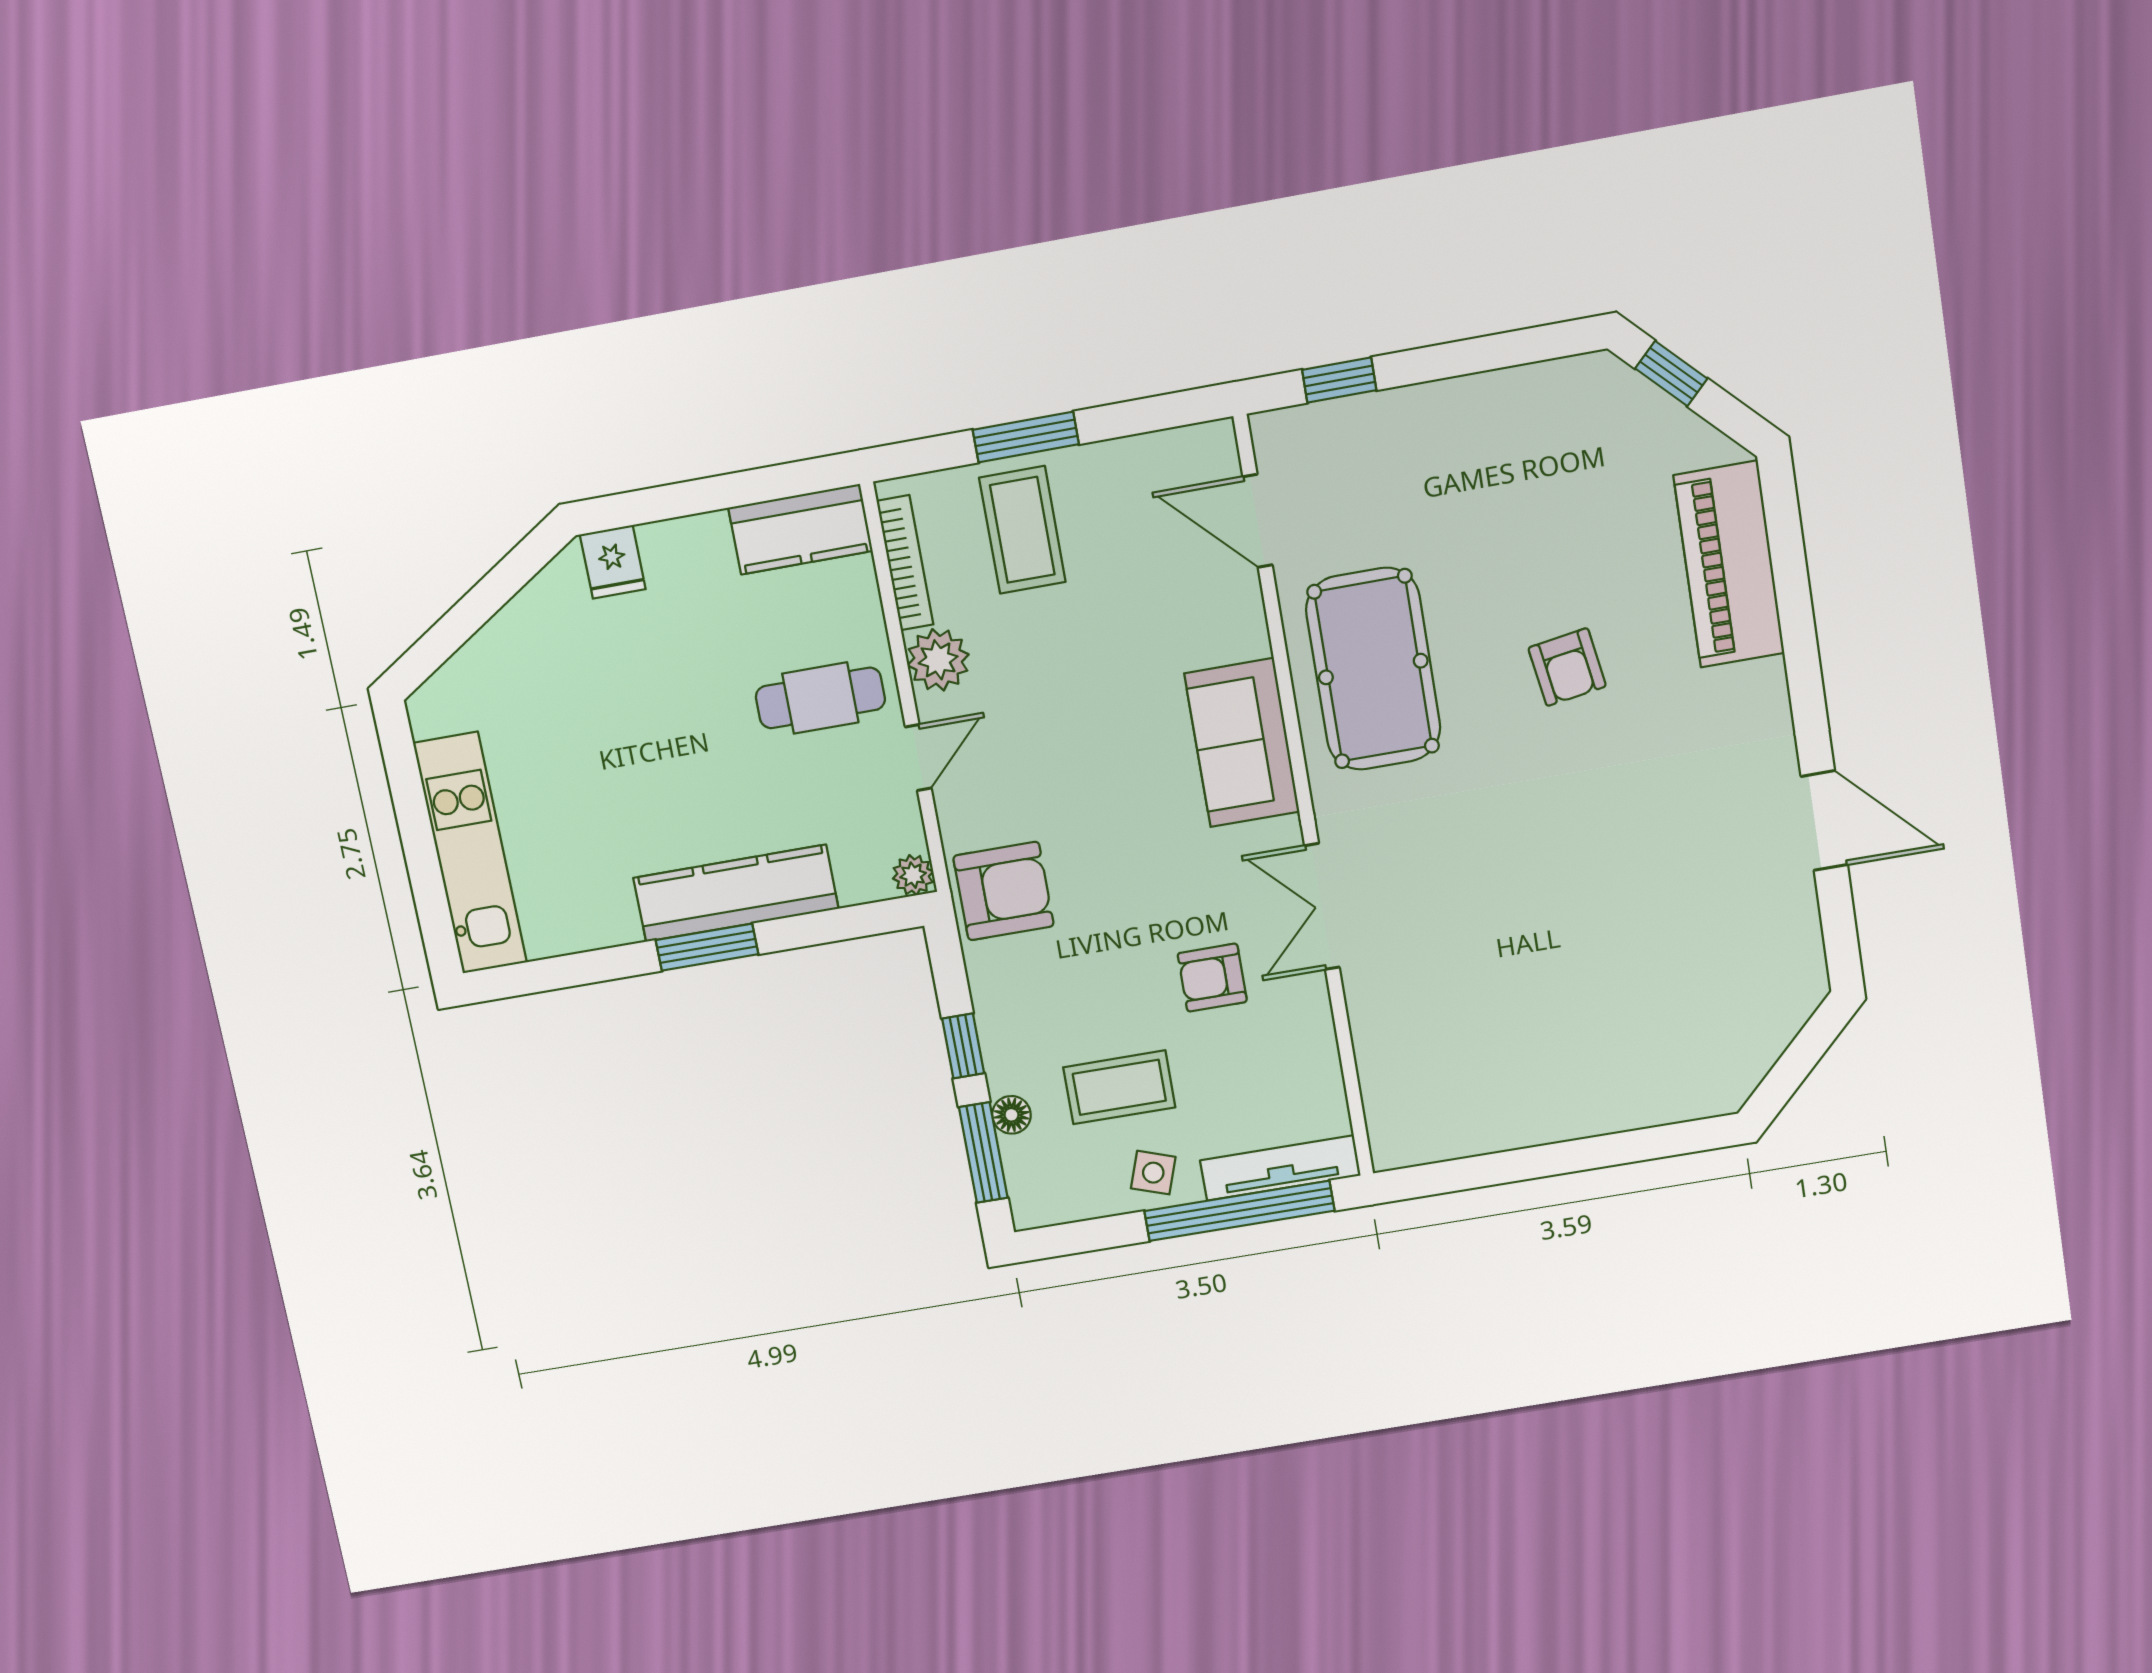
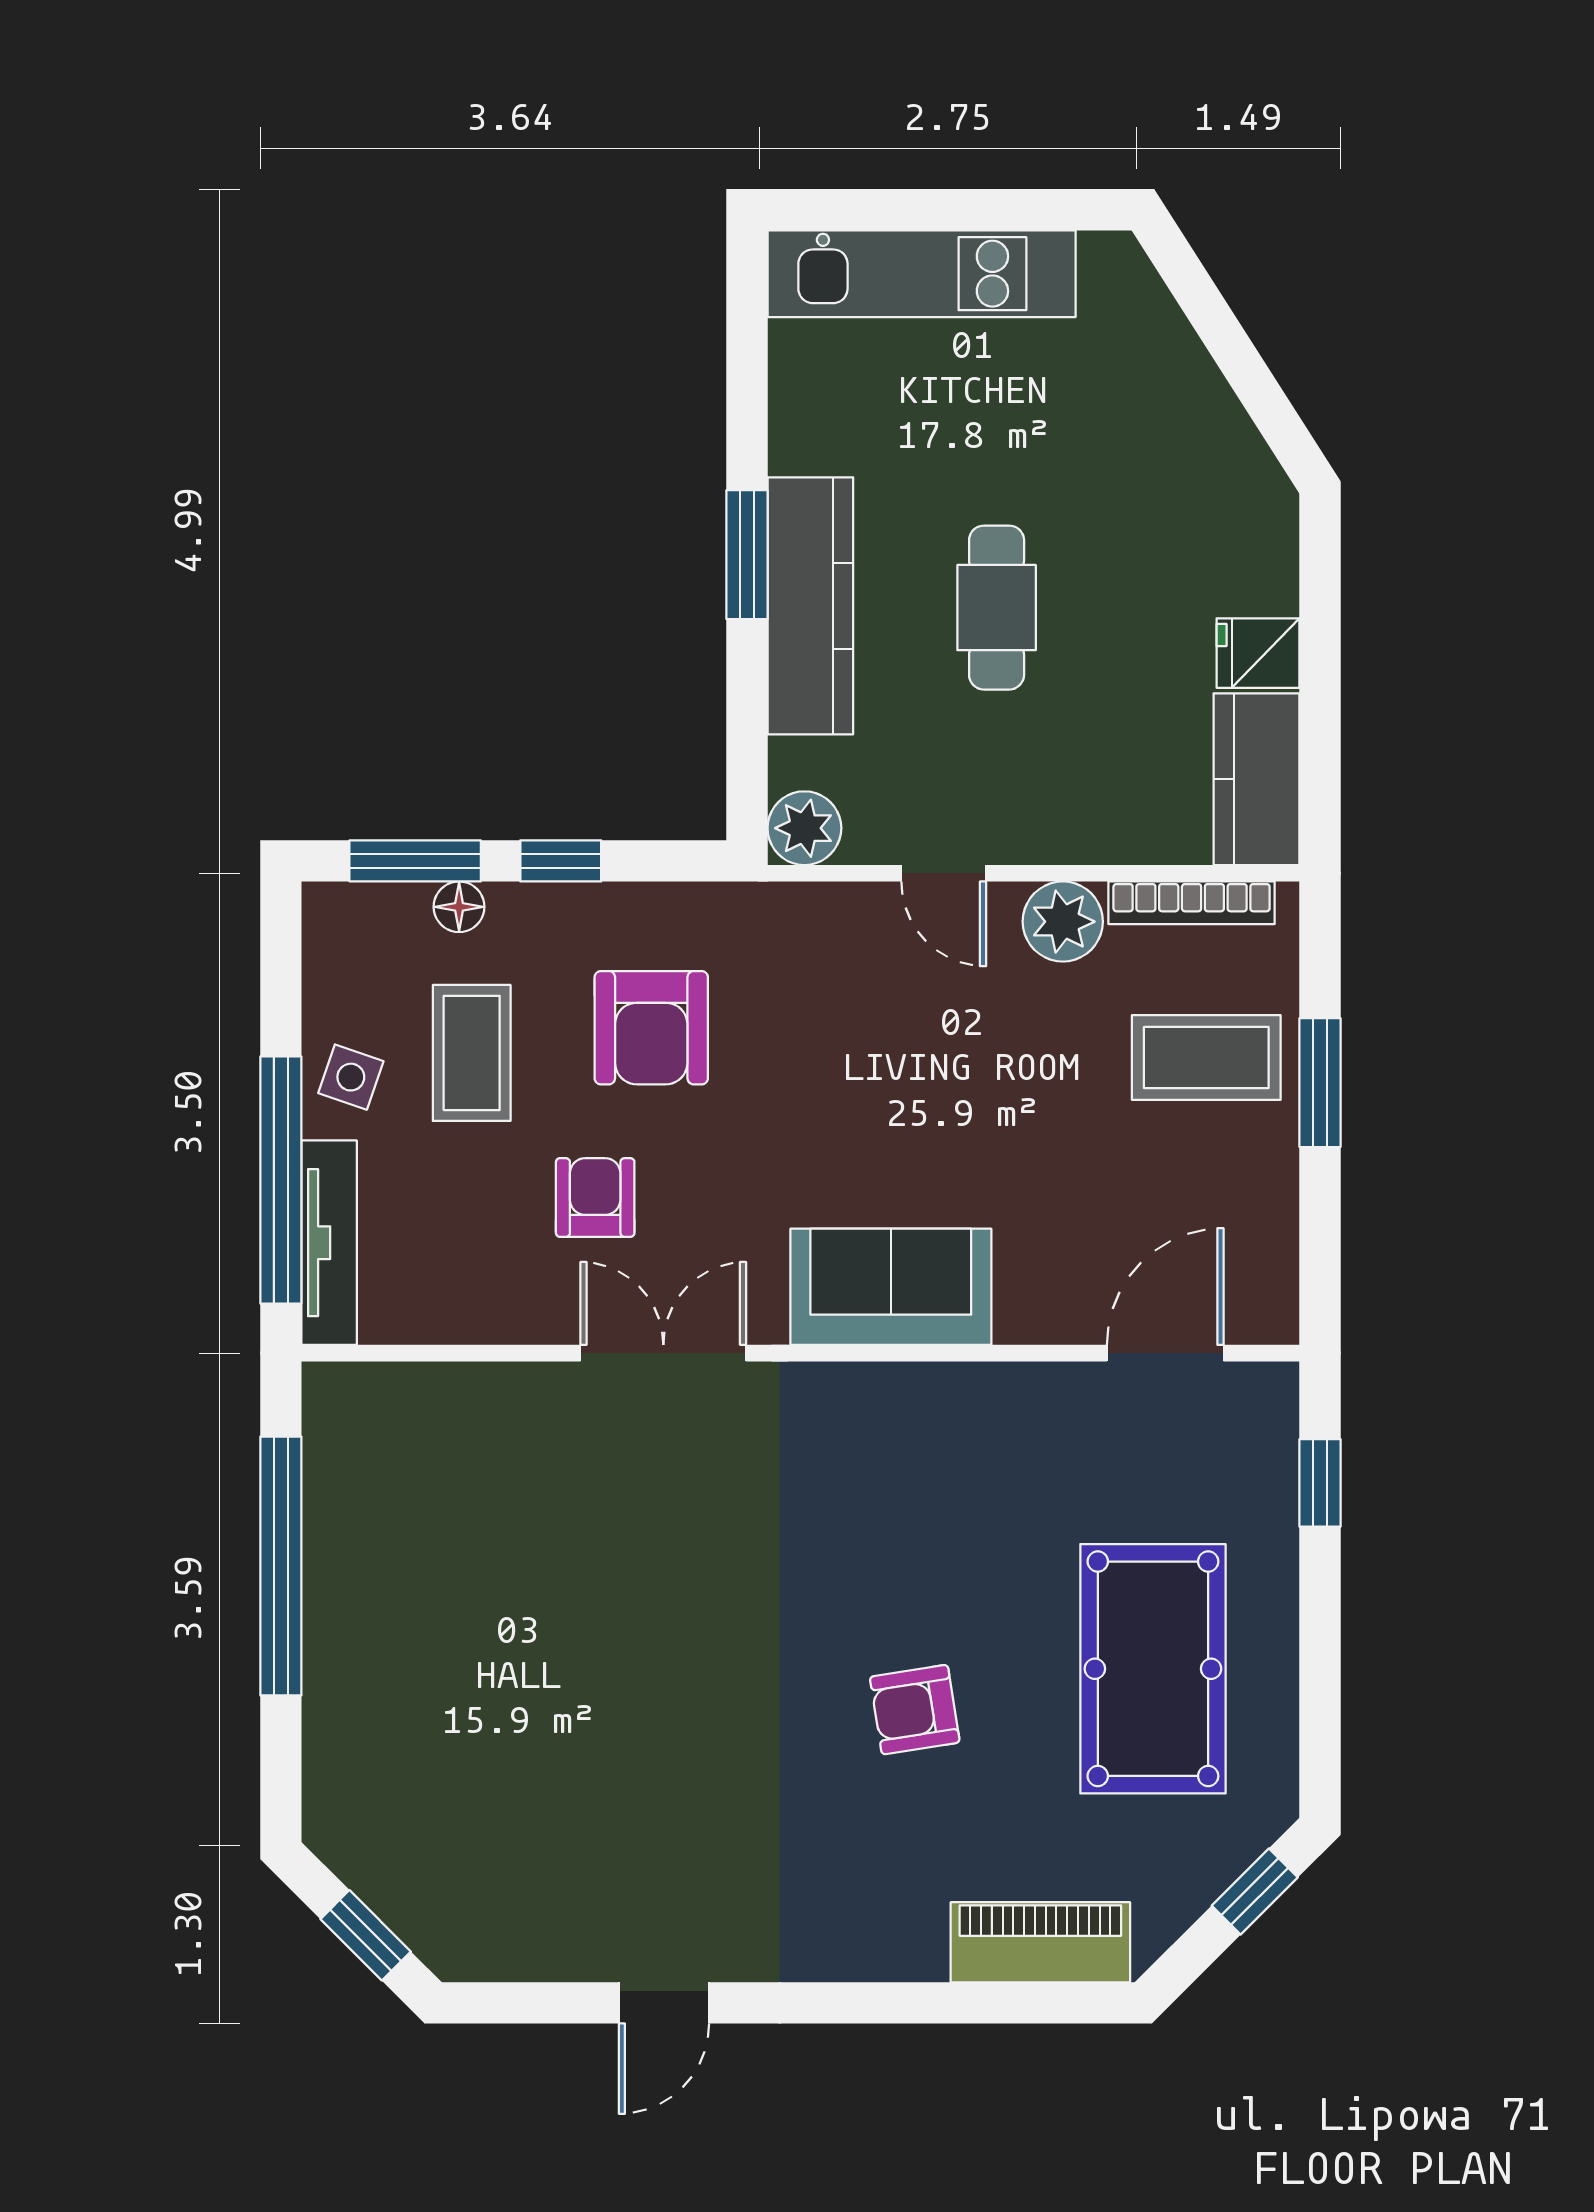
fridge: (613, 562) -> (1258, 653), moved
piano: (1729, 564) -> (1040, 1942), width x0.73, depth x0.75
pool table: (1373, 669) -> (1153, 1669), moved, turned 90
cafe table: (820, 698) -> (997, 608), moved
door: (1824, 821) -> (664, 2003), width x0.73
plant: (913, 875) -> (804, 828), width x1.38, depth x1.38
armchair: (1004, 891) -> (651, 1028), moved
window: (1803, 1054) -> (366, 1935), added
window: (1530, 1163) -> (281, 1566), added

